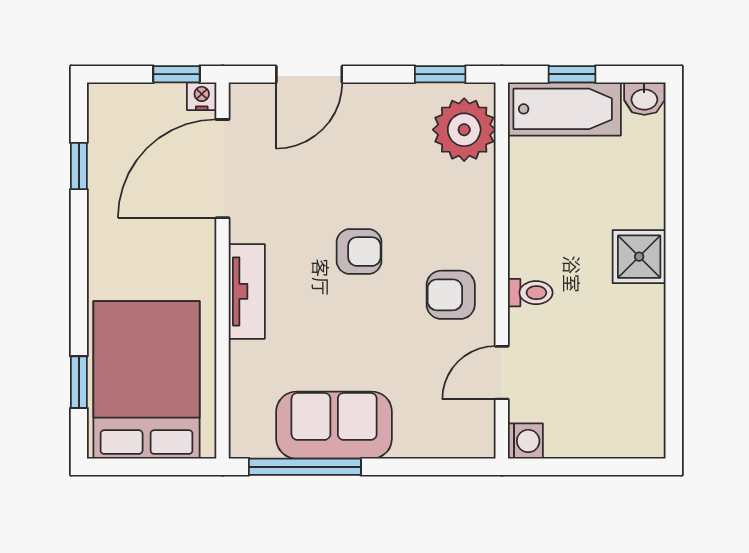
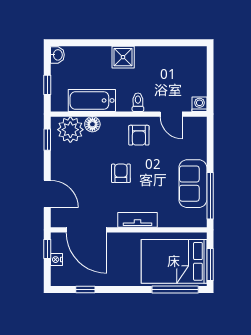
nightstand: (202, 96) -> (56, 260), moved
bathtub: (564, 109) -> (92, 100), moved, turned -90
floor lamp: (477, 183) -> (92, 124), added
window: (79, 382) -> (175, 289), width x2.17
window: (139, 467) -> (210, 264), added

